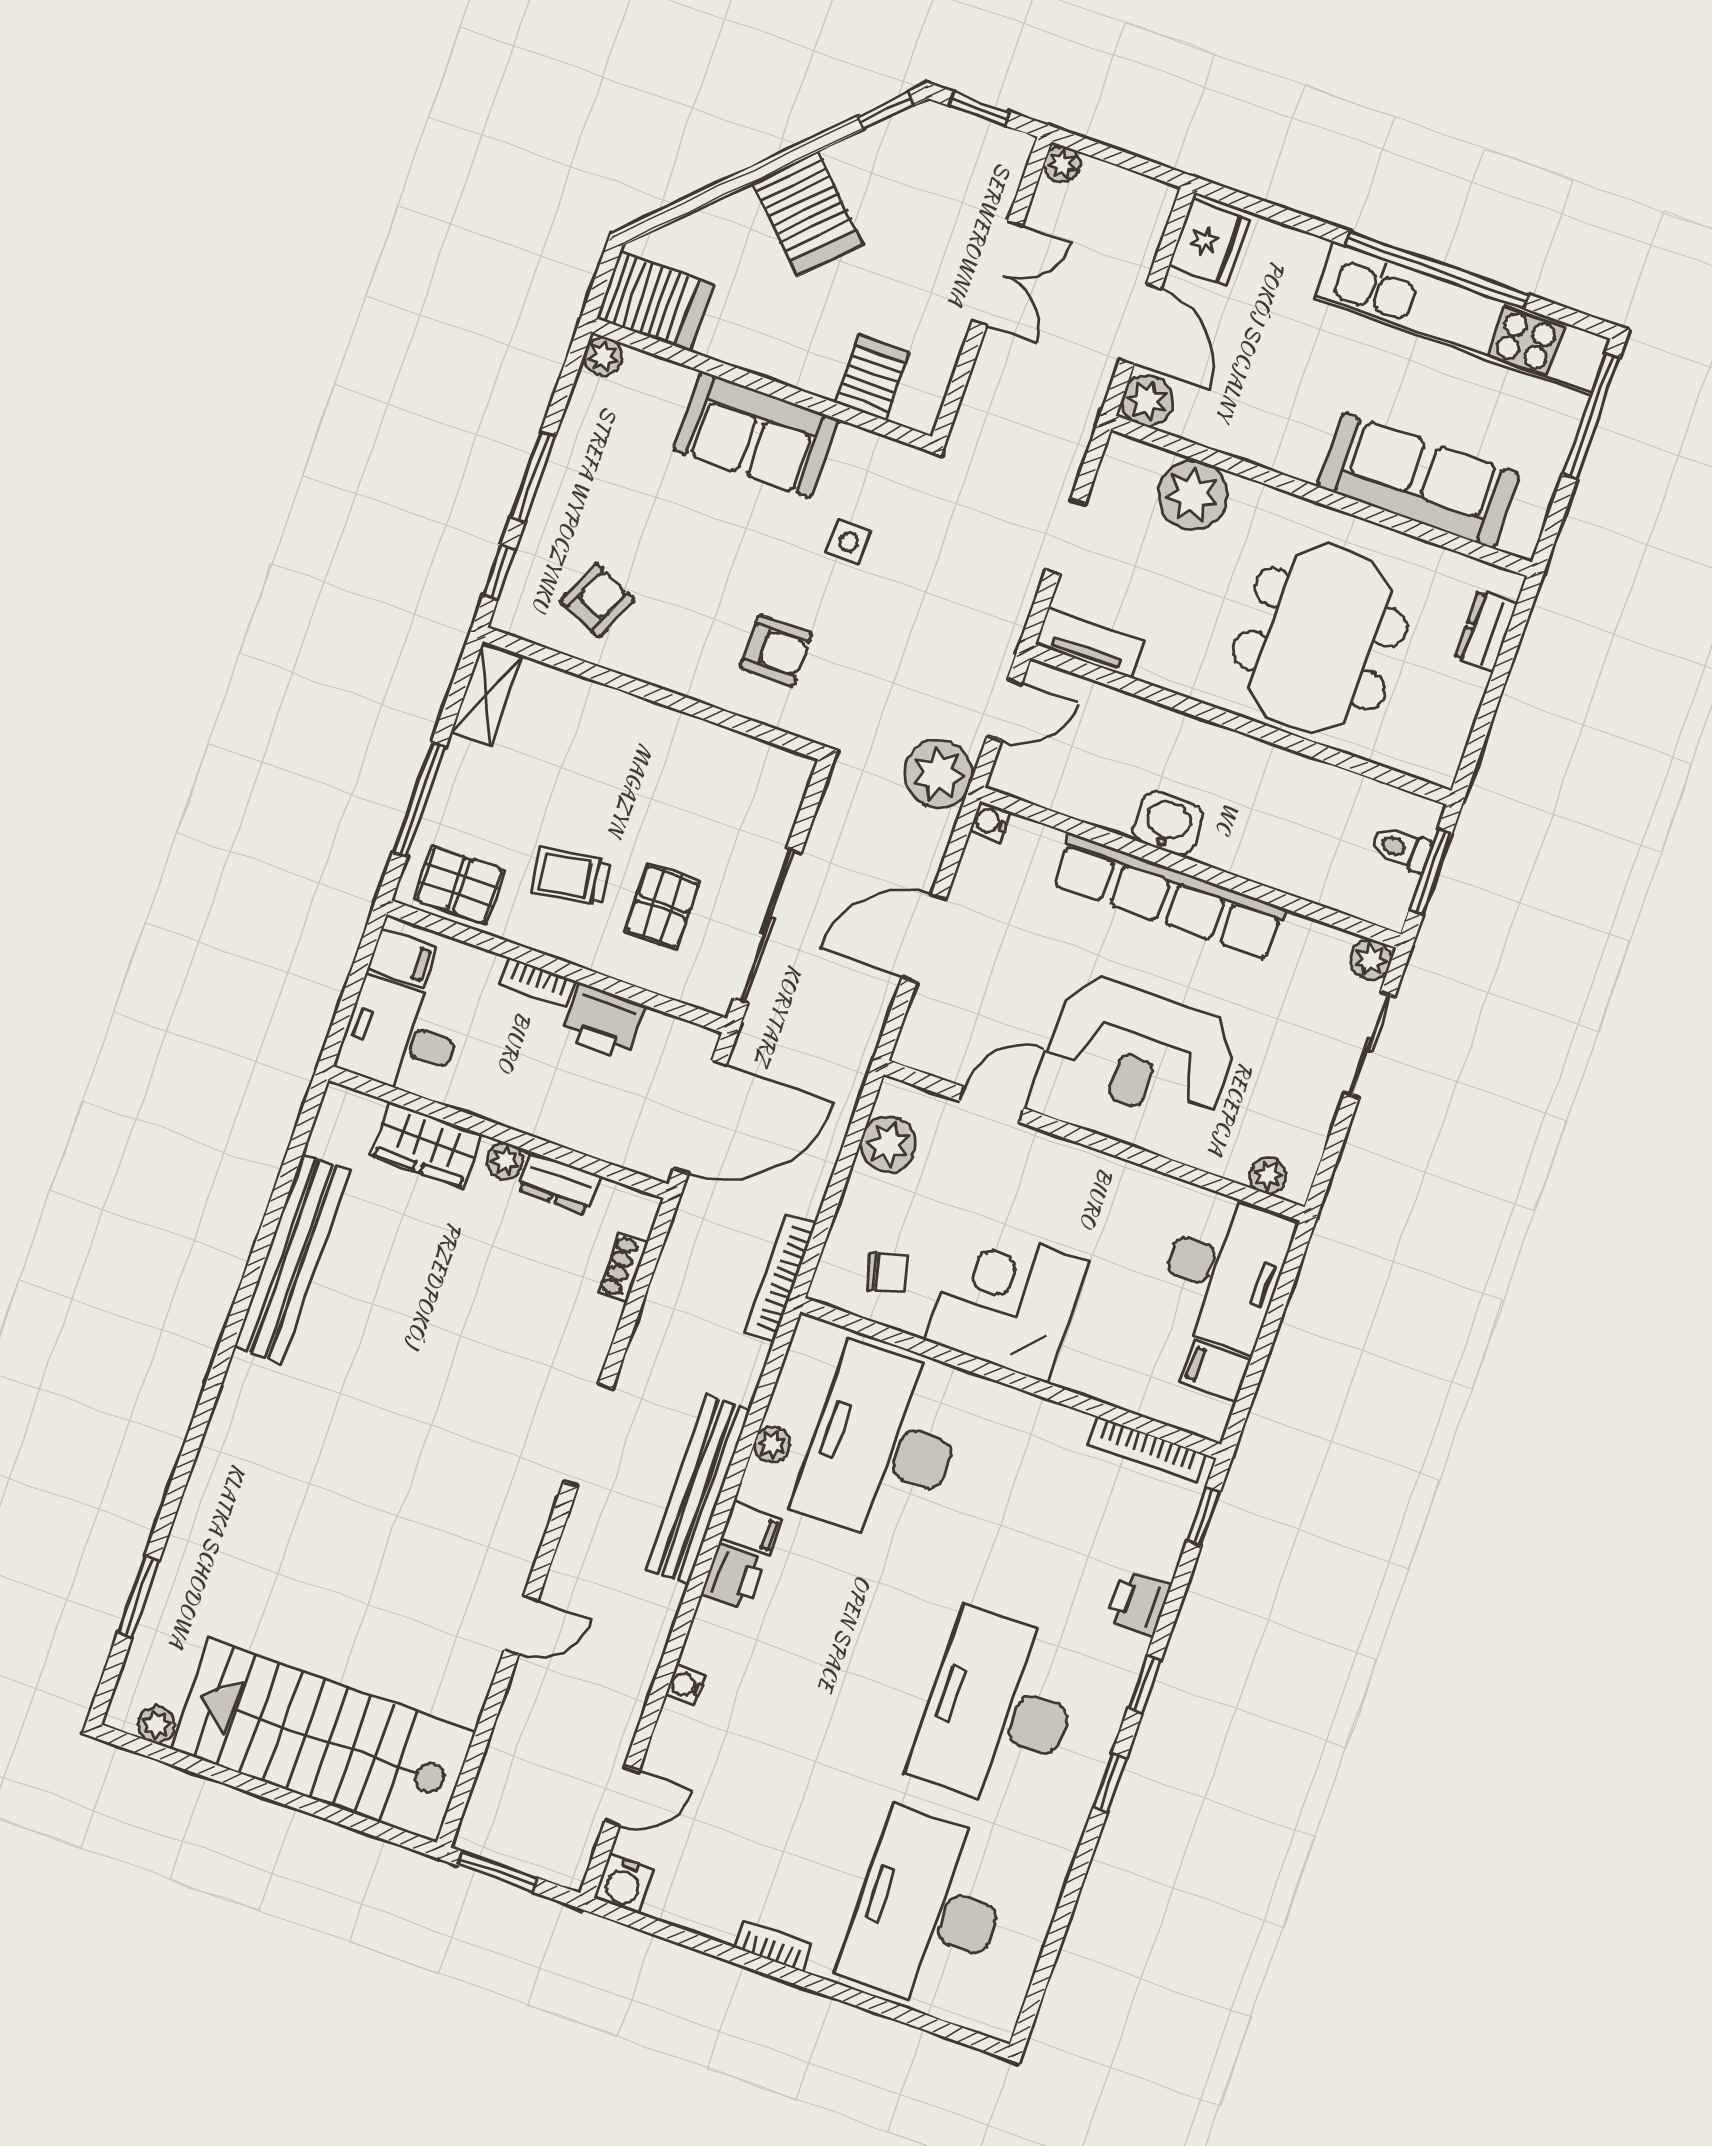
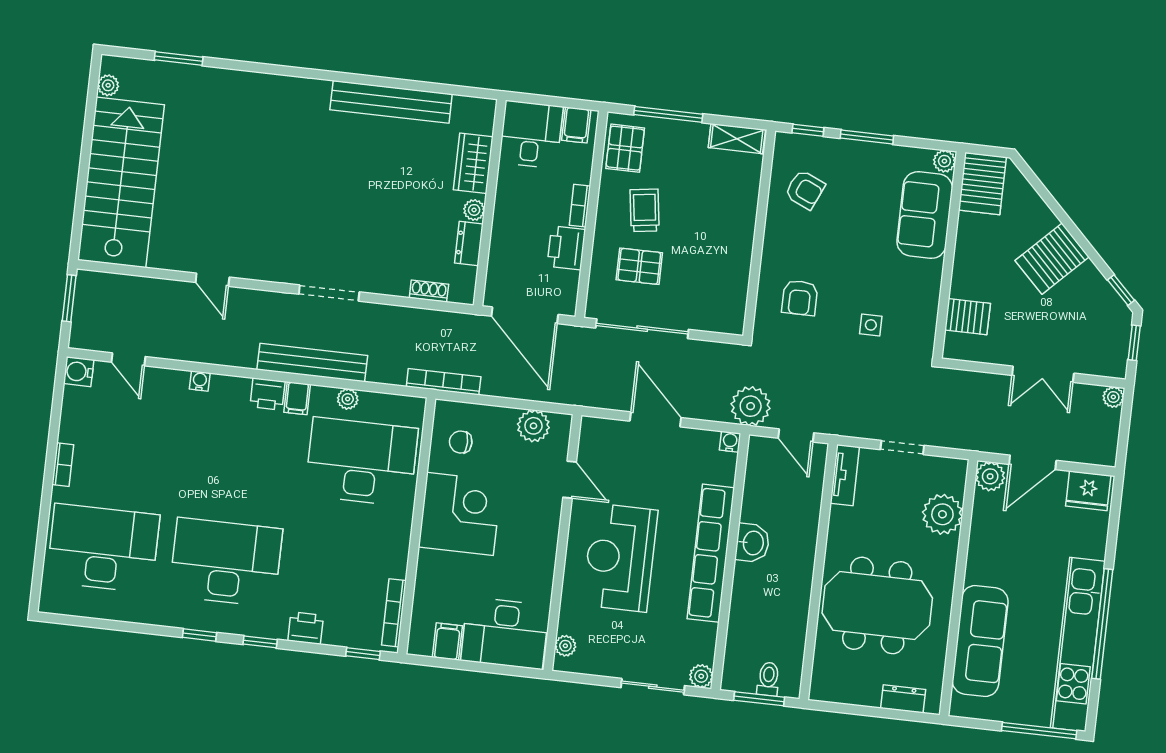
sofa: (756, 435) -> (925, 215), moved
chair: (887, 1272) -> (461, 442), turned 106

